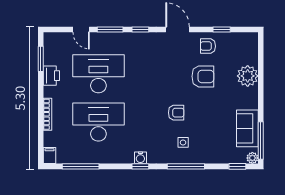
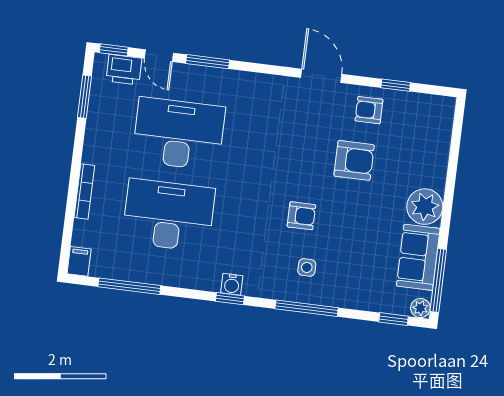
window: (140, 29) -> (114, 50), moved
printer: (51, 76) -> (124, 70), moved, turned 90
plant: (248, 76) -> (425, 207), moved

